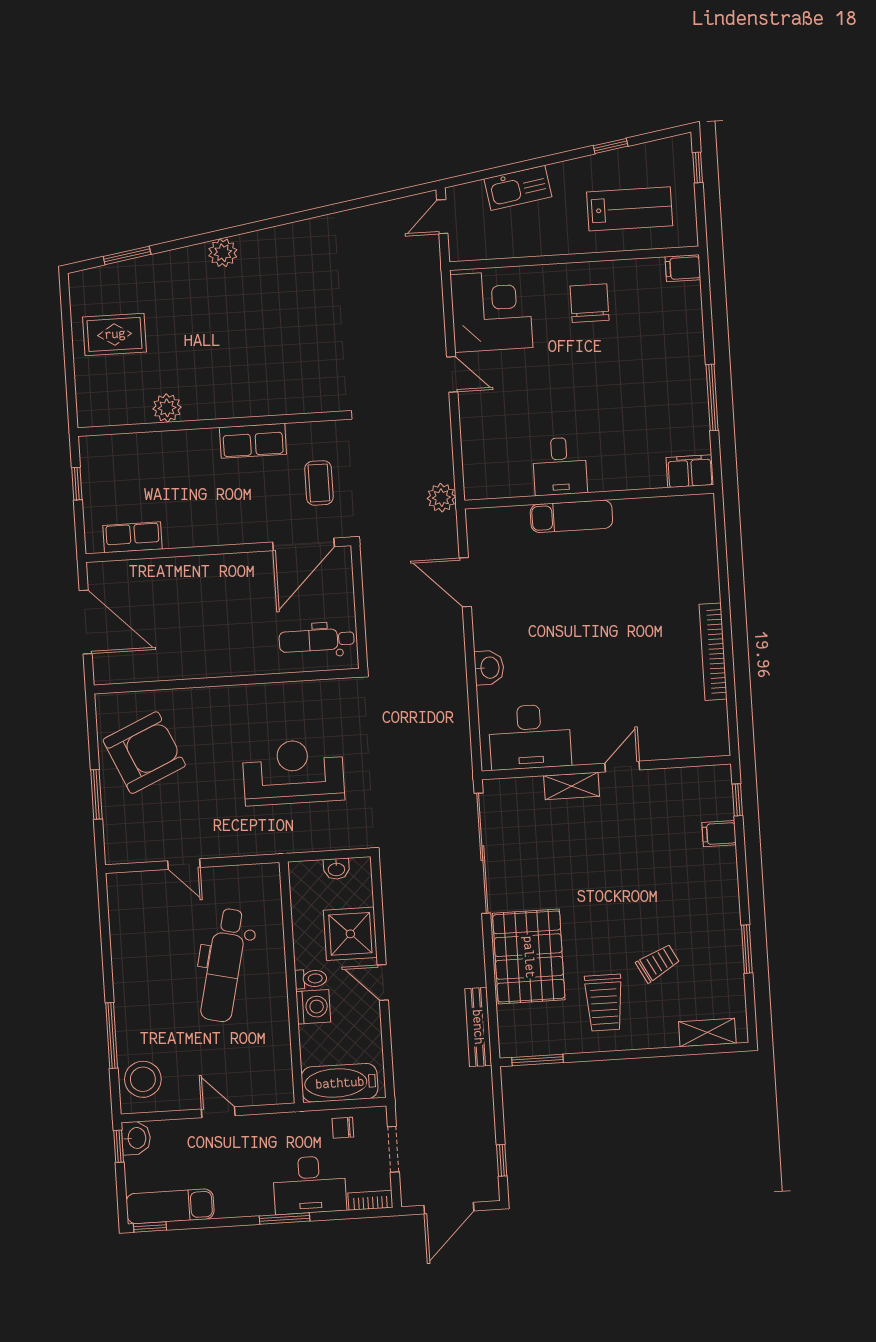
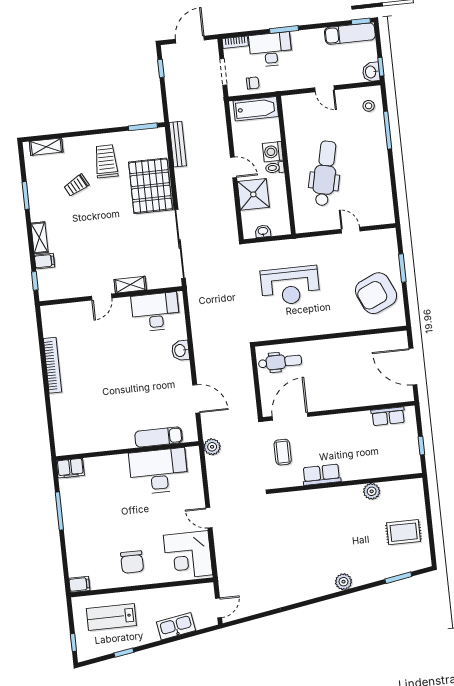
desk: (560, 466) -> (159, 471), width x1.87, depth x1.30
exam couch: (571, 516) -> (159, 437), moved
shelving: (726, 875) -> (39, 238), added
stool: (143, 1079) -> (369, 106), width x0.53, depth x0.53

